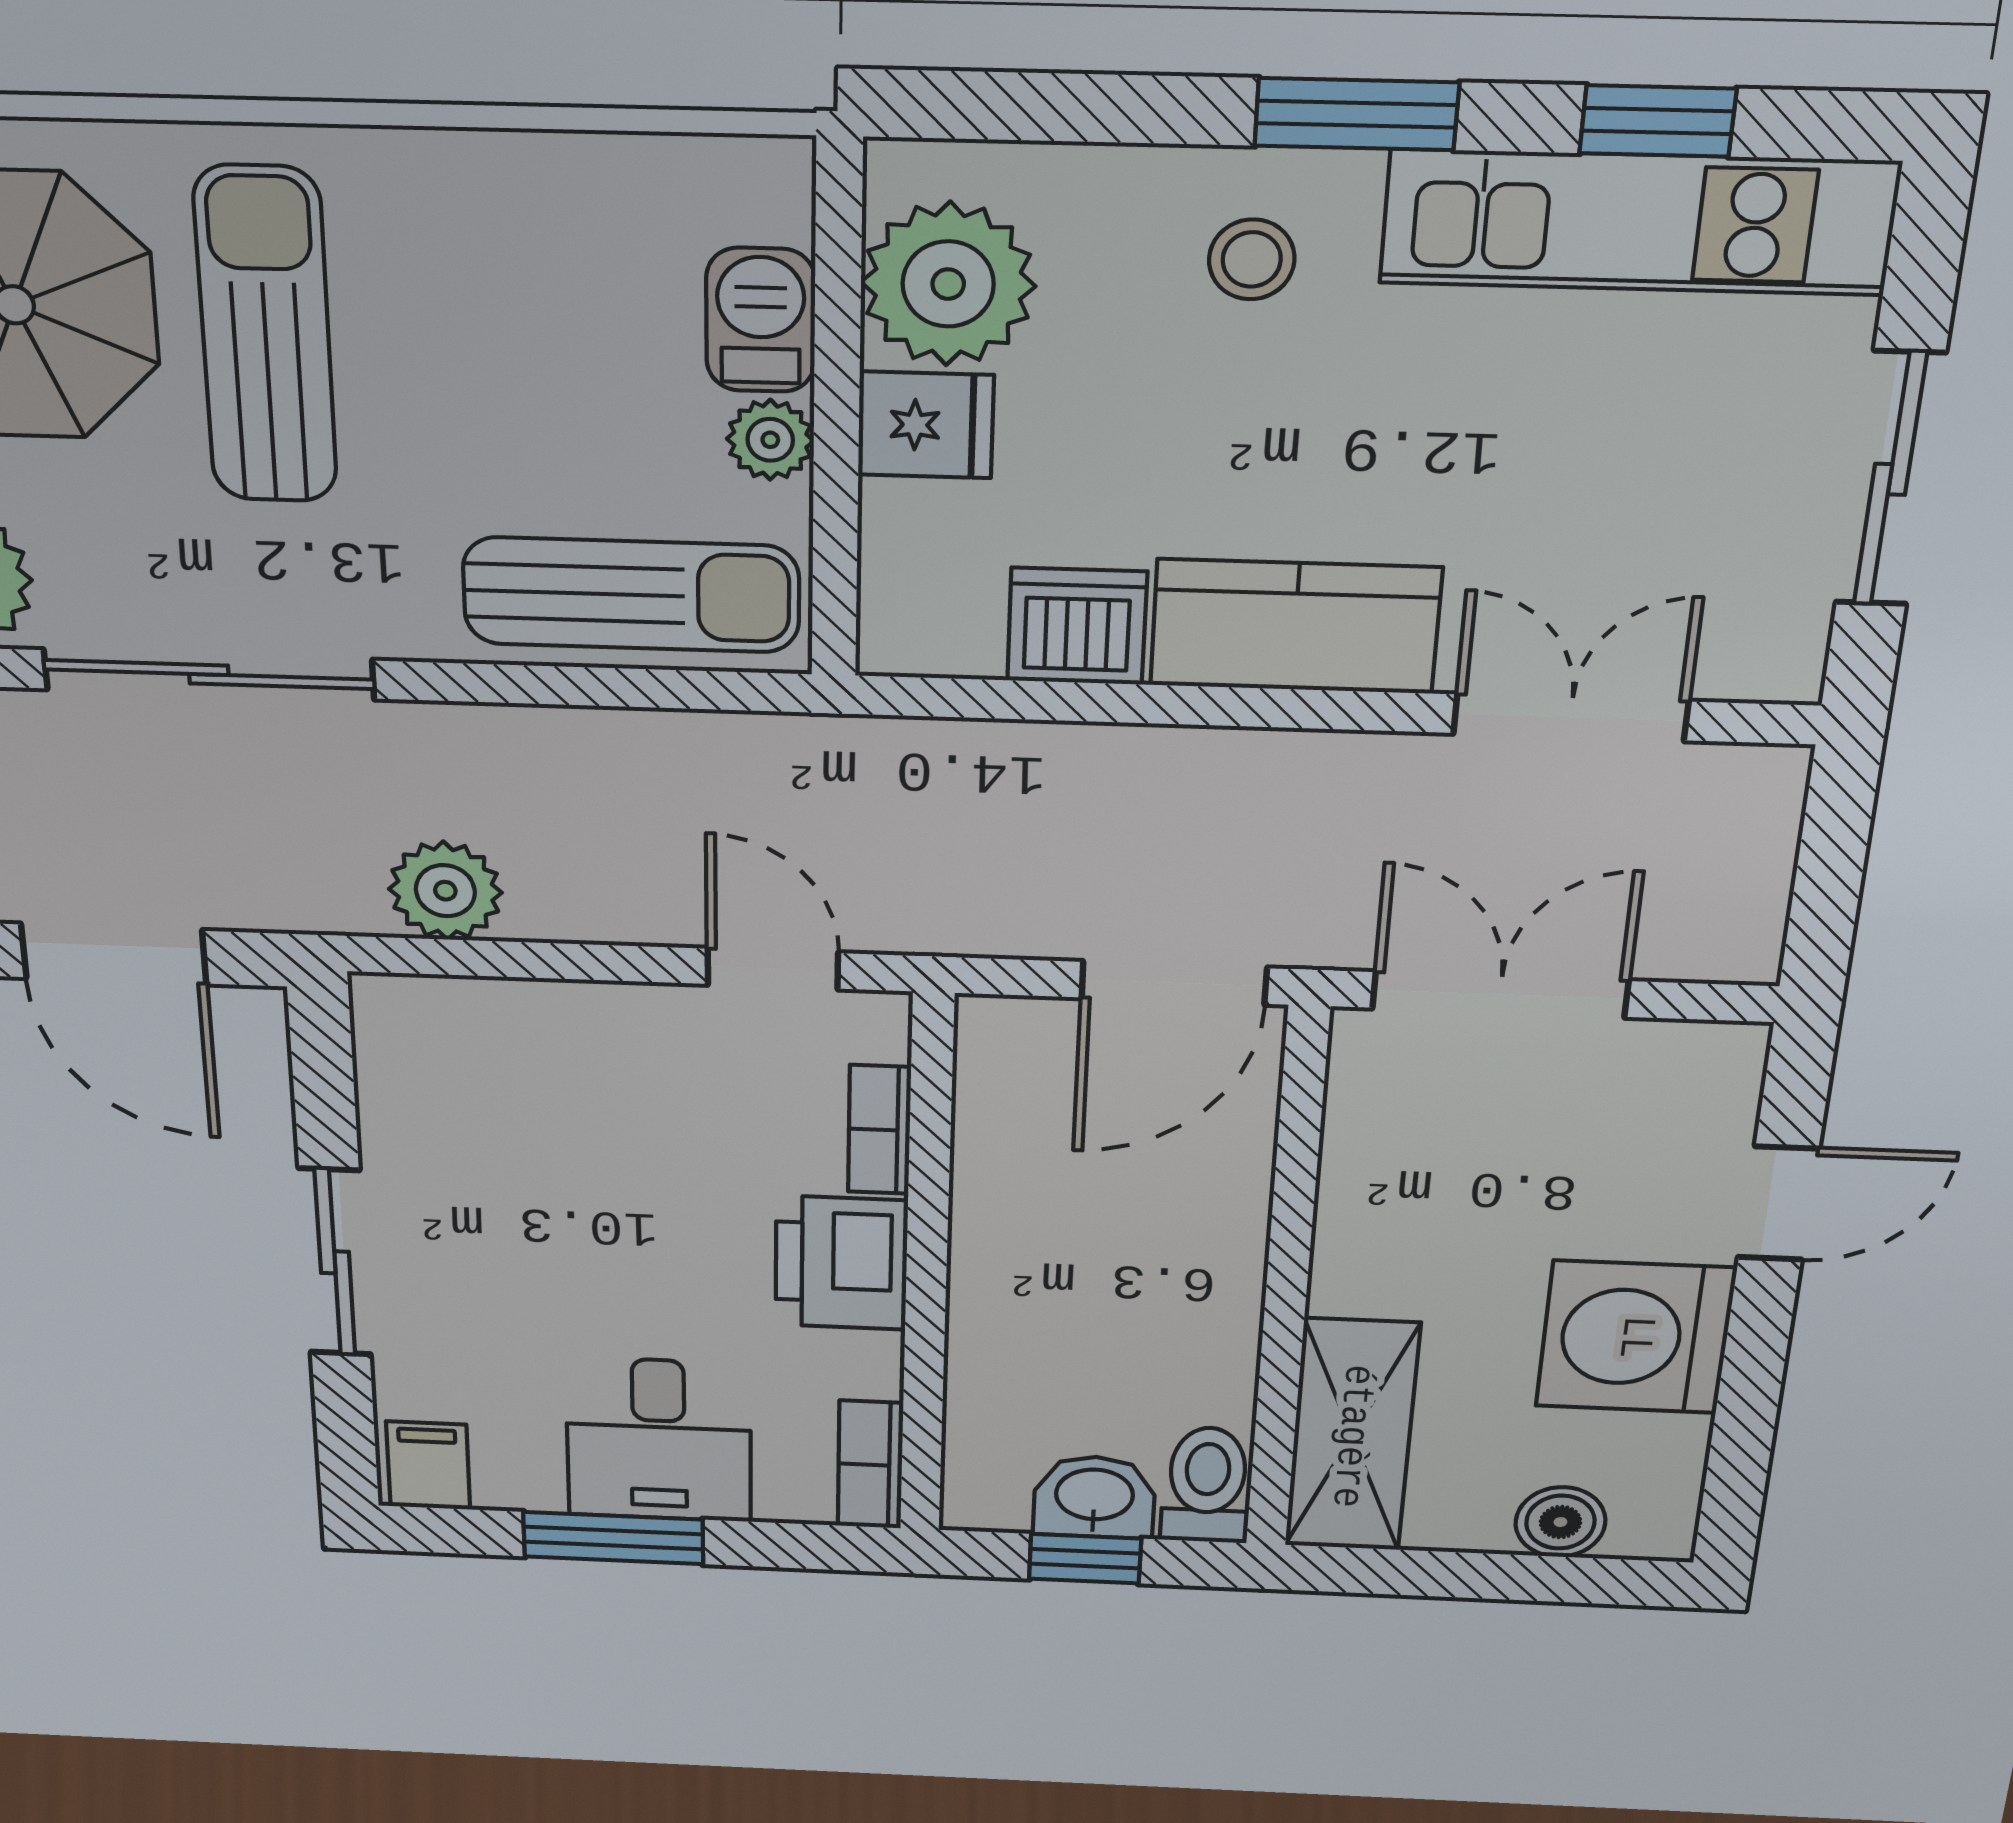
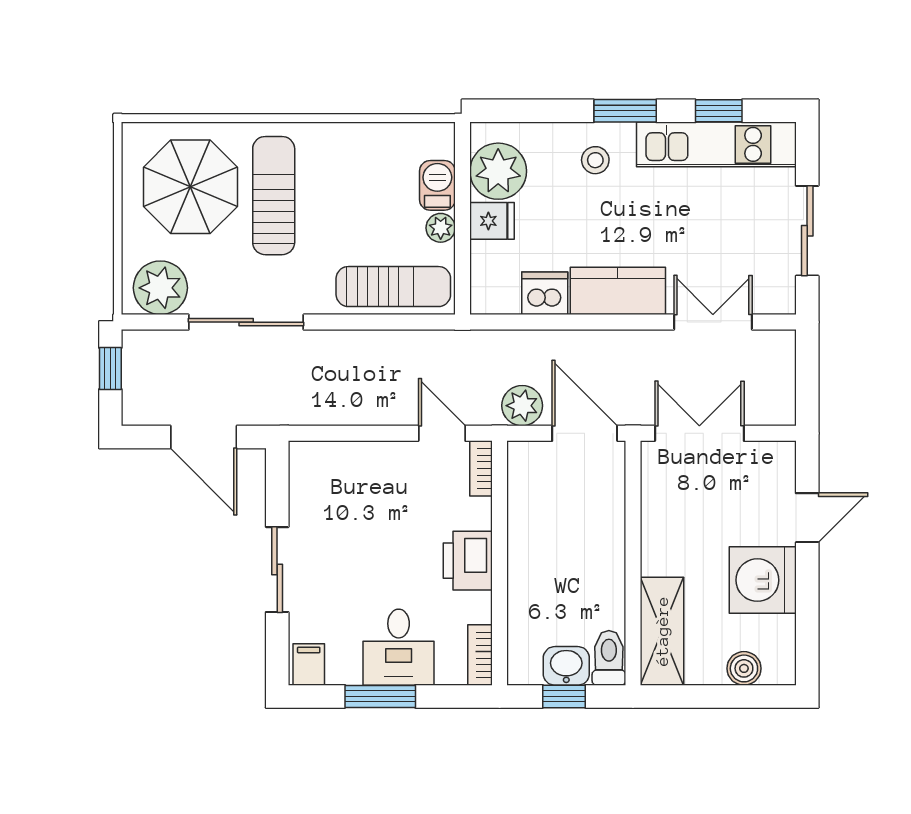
plant: (445, 891) -> (522, 406), moved
door: (1174, 983) -> (585, 433), swing flipped
bookcase: (879, 1130) -> (481, 468), moved

